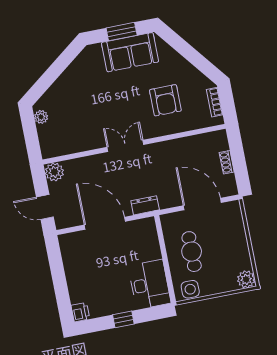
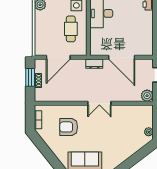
armchair: (165, 100) -> (69, 127), turned -90
window: (240, 165) -> (30, 77), added
door: (202, 204) -> (58, 57), hinge flipped

